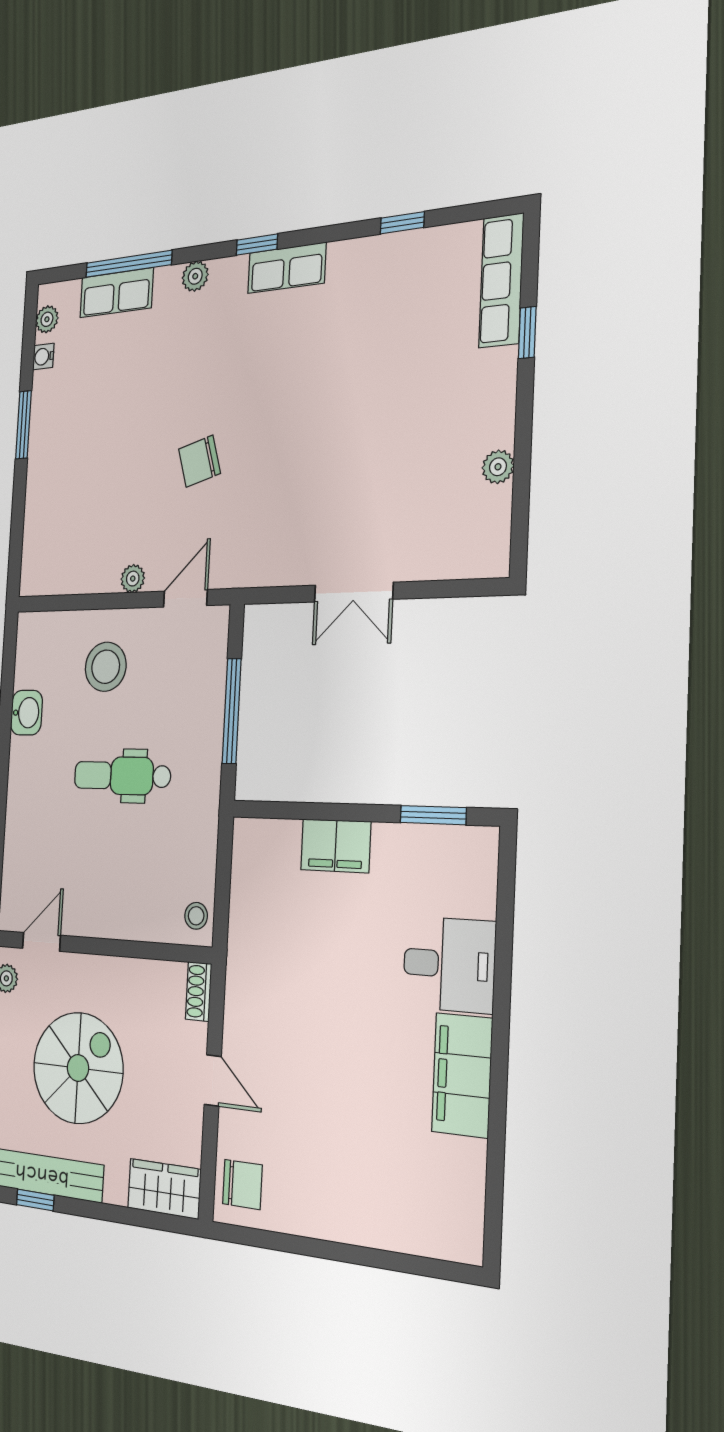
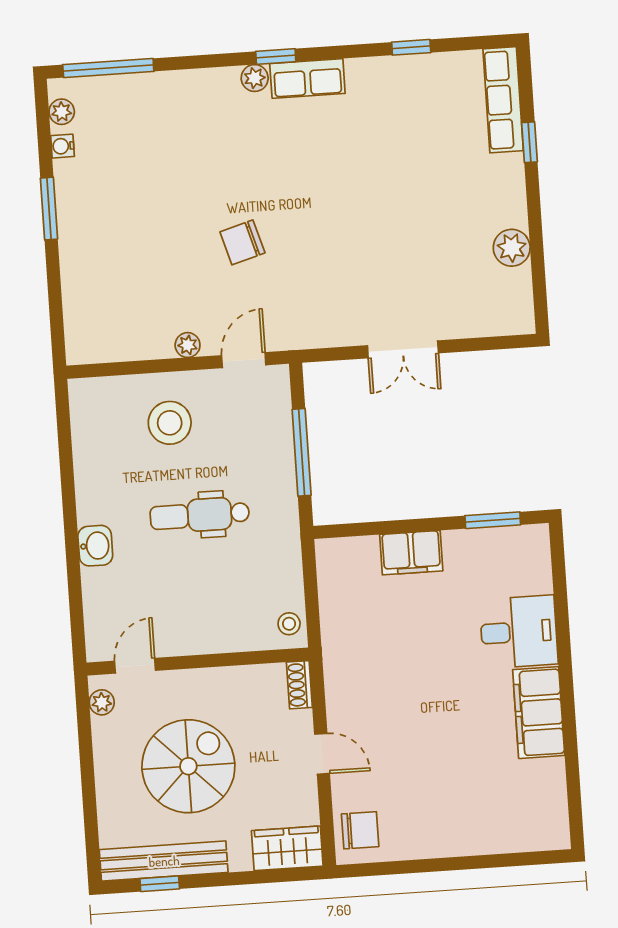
window: (129, 264) -> (108, 68), moved
plant: (195, 276) -> (255, 78), moved
row of seats: (116, 293) -> (135, 91), removed
plant: (498, 467) -> (512, 248), width x1.38, depth x1.38
washbasin: (27, 713) -> (95, 546), moved

